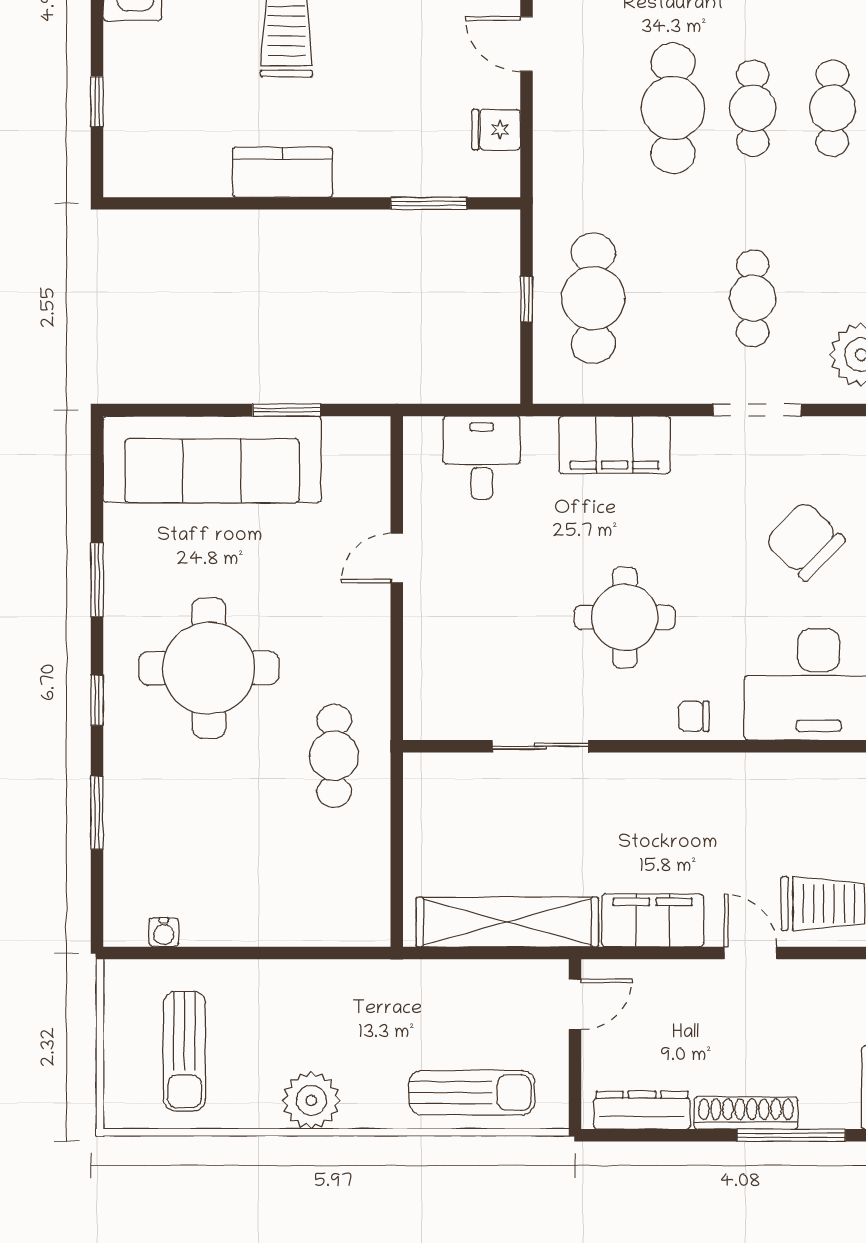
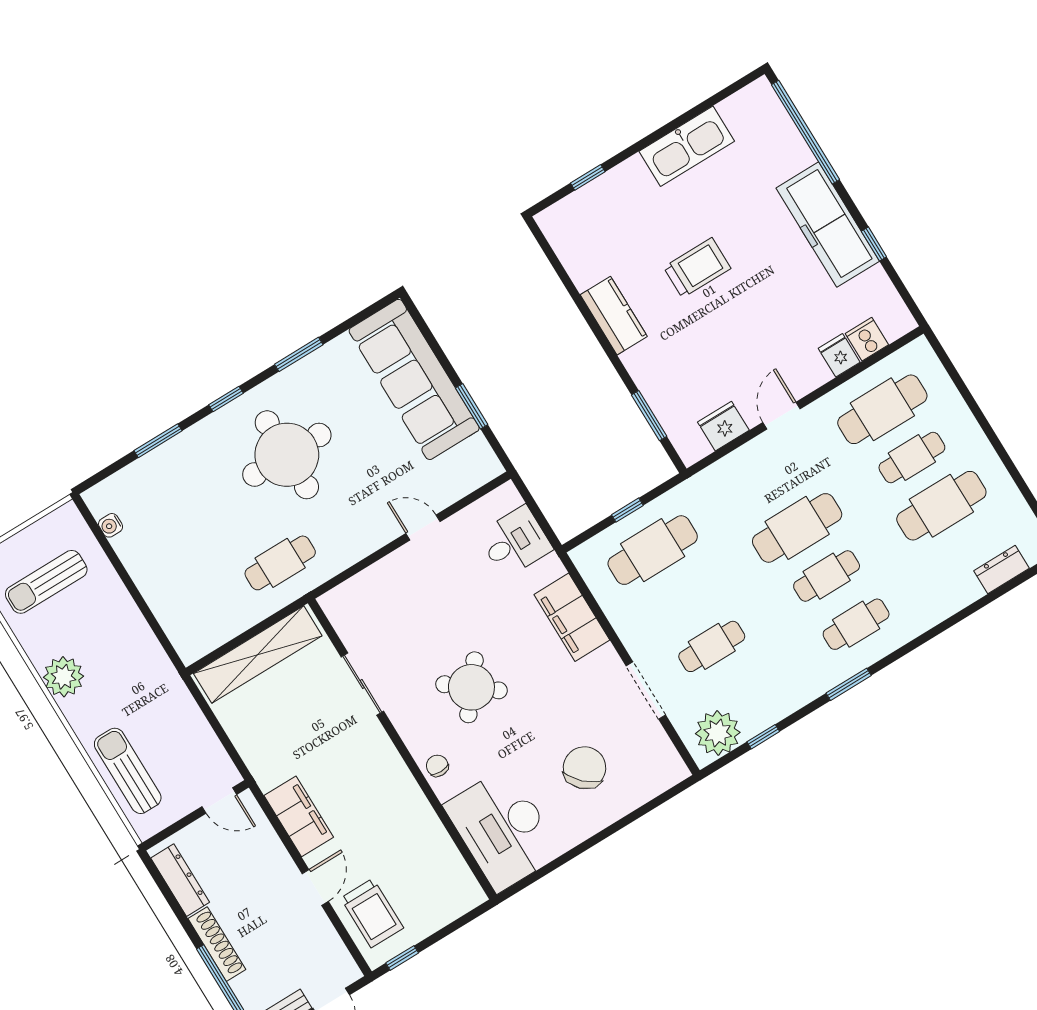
fridge: (496, 130) -> (723, 426), width x1.38
round table: (625, 617) -> (471, 687), turned 38
shelving: (507, 922) -> (258, 655), moved, turned 90
sun lounger: (472, 1093) -> (128, 771), turned 180

